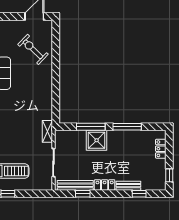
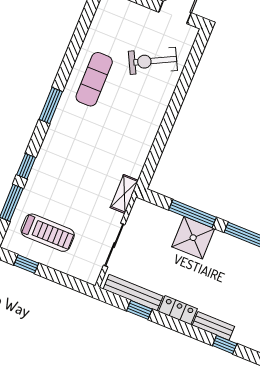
exercise bike: (33, 49) -> (153, 61), turned -71

